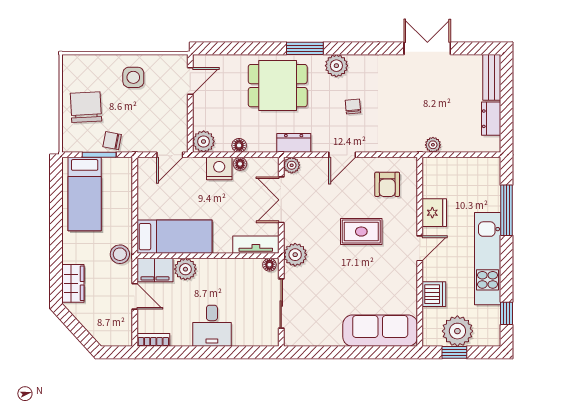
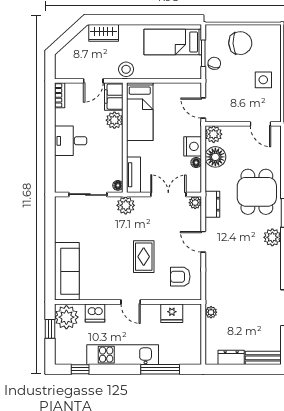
chair: (353, 106) -> (241, 250), removed
floor lamp: (239, 145) -> (215, 157), width x1.89, depth x1.89
fridge: (434, 213) -> (172, 313), moved
plant: (457, 331) -> (66, 317), moved

